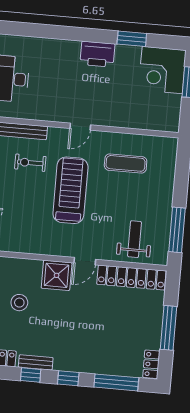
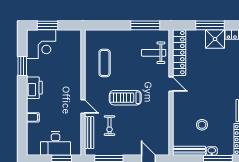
filing cabinet: (53, 48) -> (33, 117), added
door: (80, 127) -> (83, 107), moved
treadmill: (70, 190) -> (125, 98), width x0.73, depth x0.73
shower: (57, 275) -> (215, 39), moved

